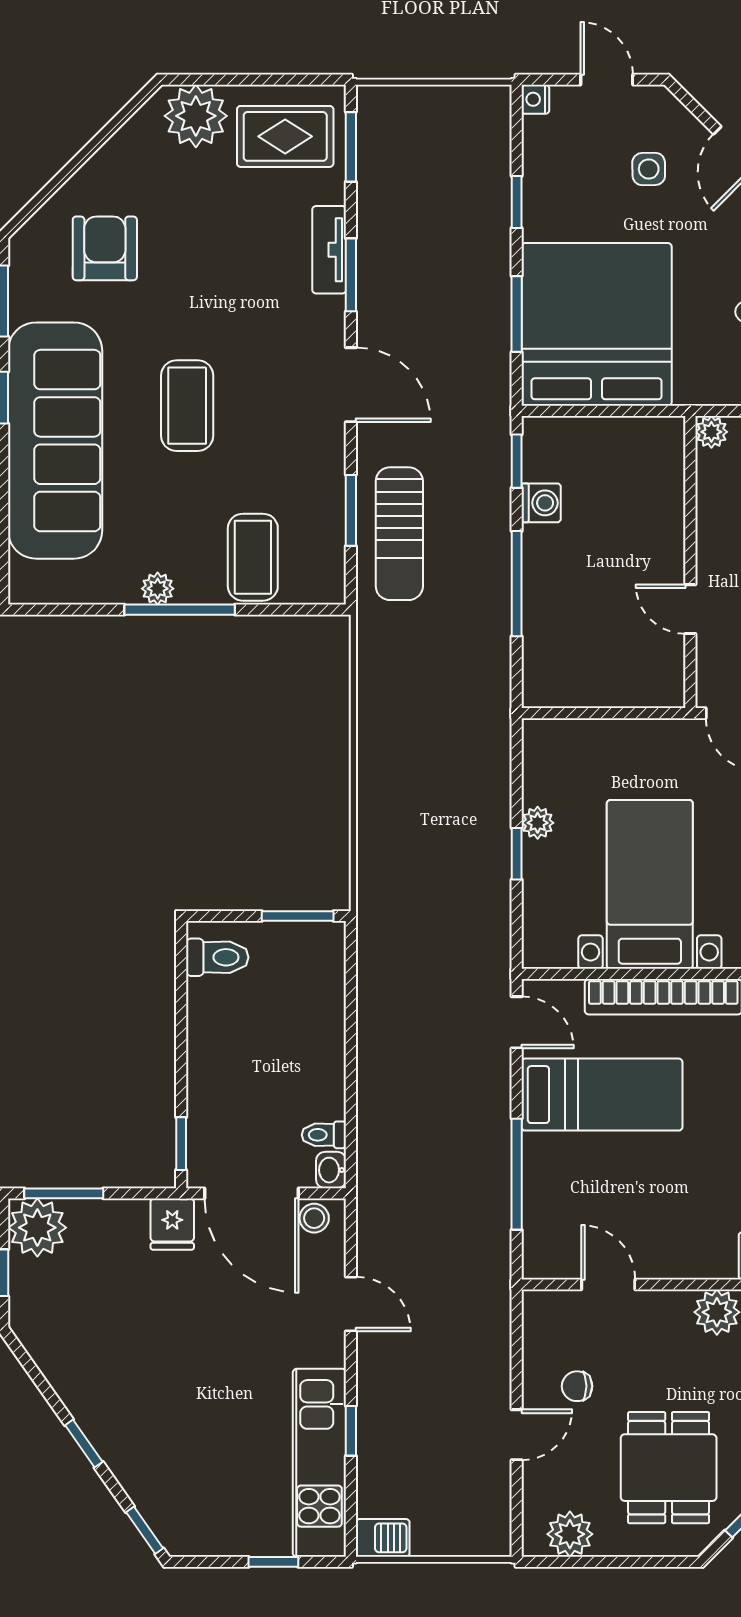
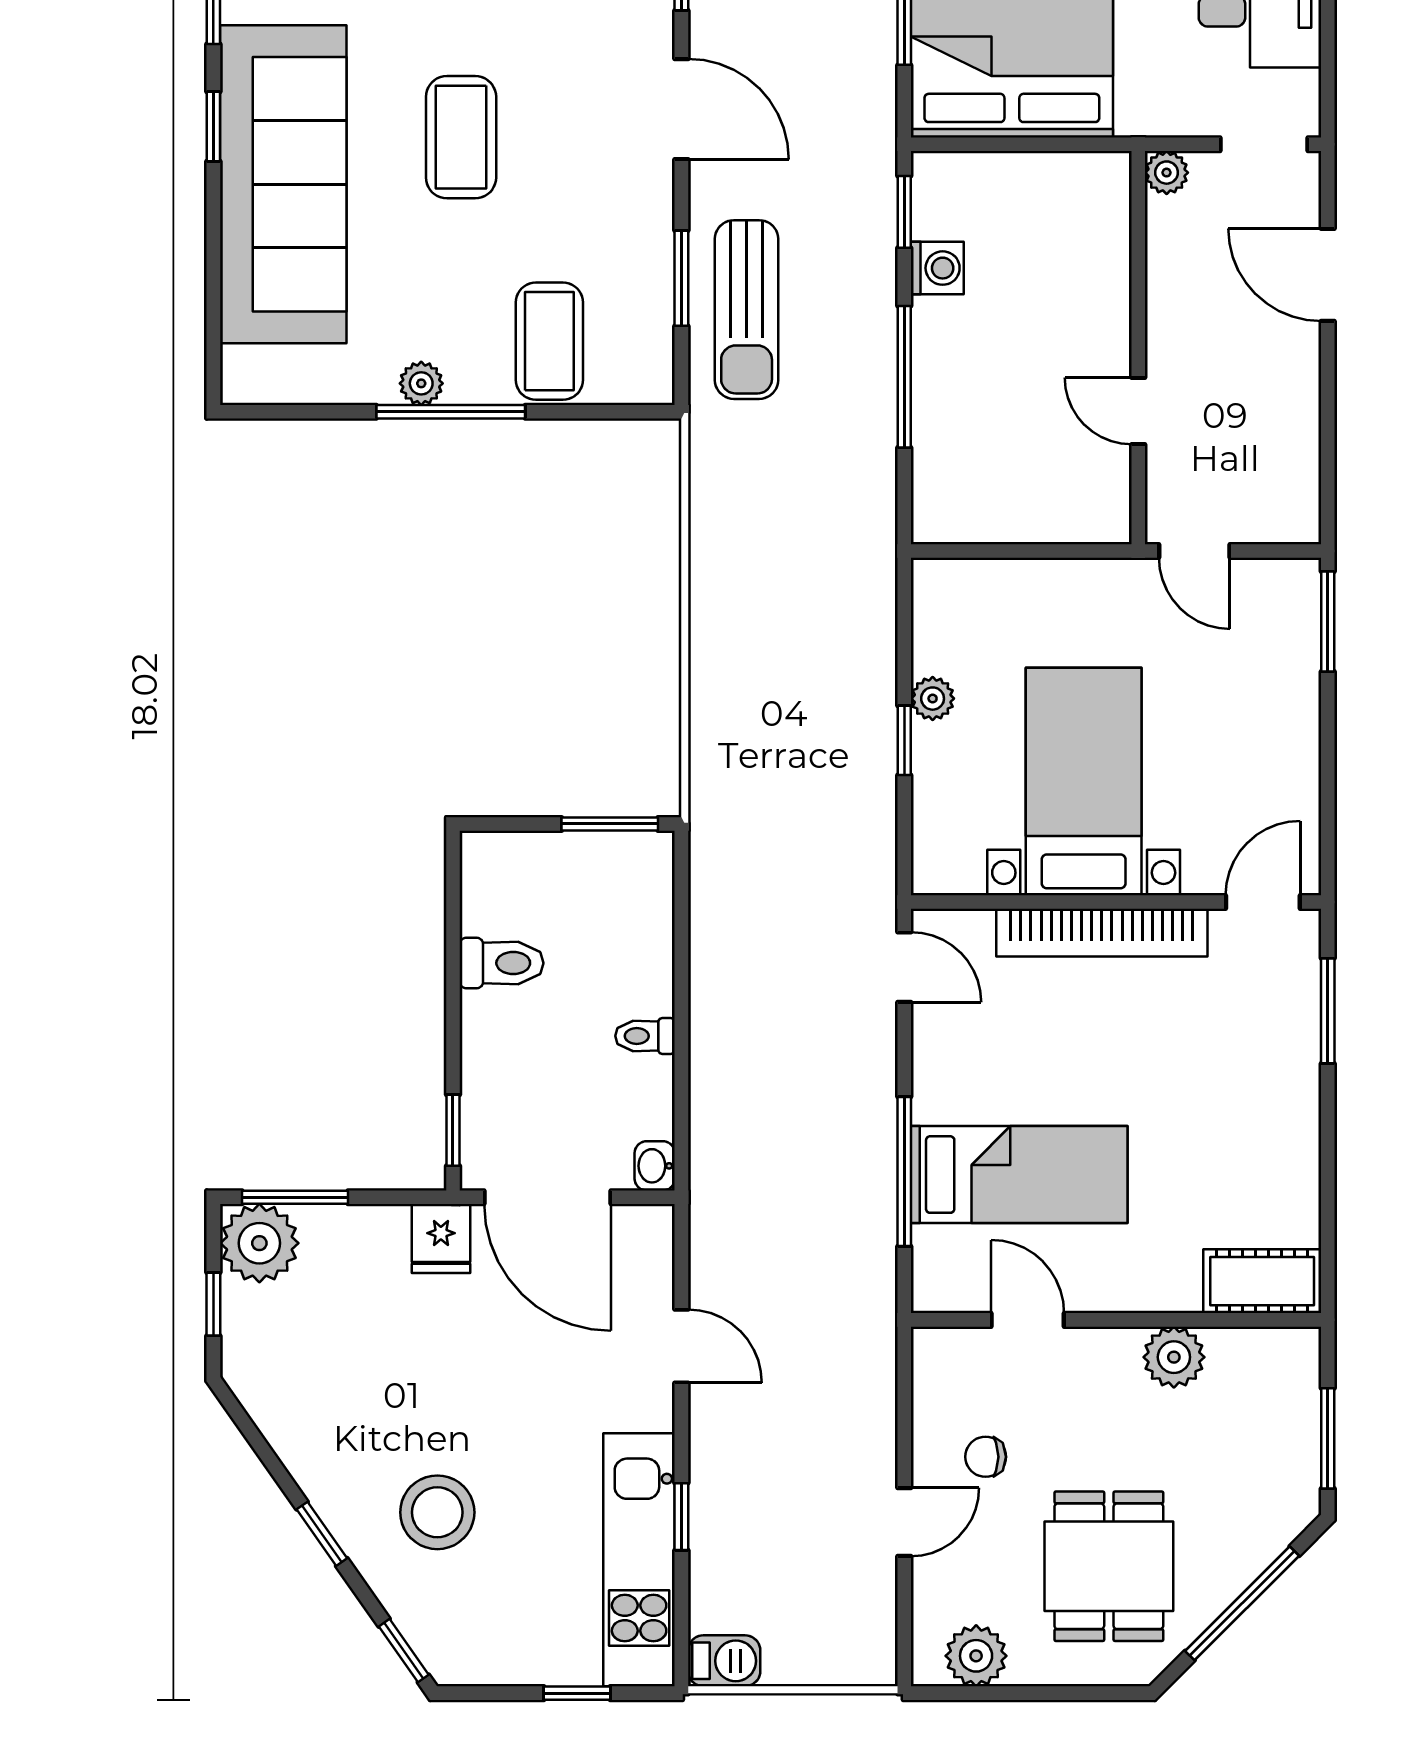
toilet: (217, 957) -> (502, 963), moved
bed: (602, 1095) -> (1019, 1175), moved
toilet: (324, 1135) -> (645, 1036), moved
stool: (314, 1218) -> (437, 1512), moved, width x1.89, depth x1.89

